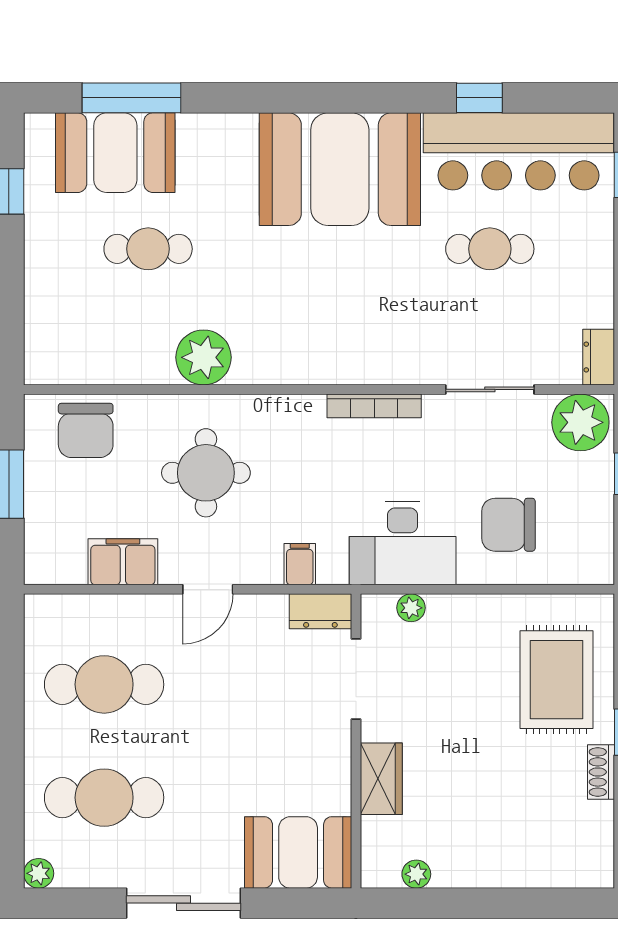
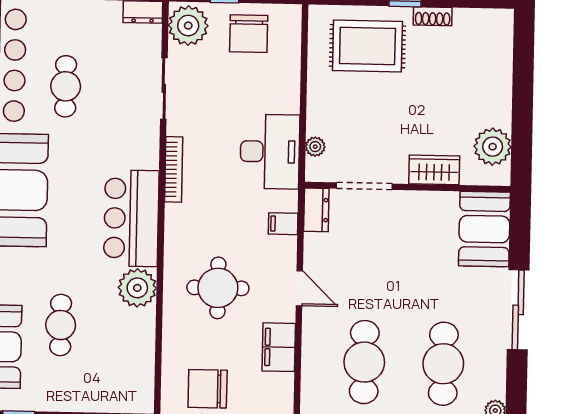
bar counter: (303, 347) -> (131, 218), added
chair: (86, 430) -> (208, 389), moved, turned 180
chair: (508, 525) -> (249, 34), moved
plant: (416, 874) -> (493, 147), width x1.88, depth x1.88

